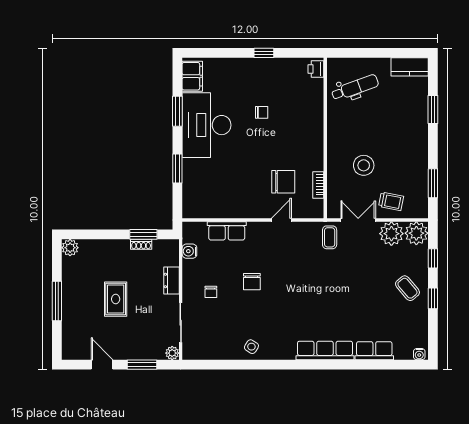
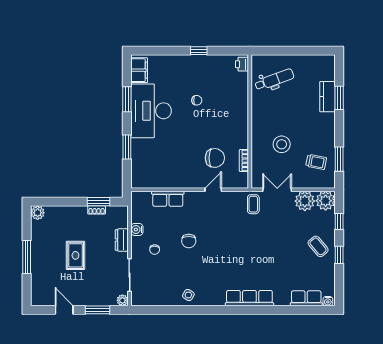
kitchen counter: (410, 67) -> (328, 97), moved, turned 90
trolley: (391, 201) -> (316, 162), moved
water cooler: (189, 251) -> (137, 229), moved
row of seats: (374, 351) -> (306, 298), moved

